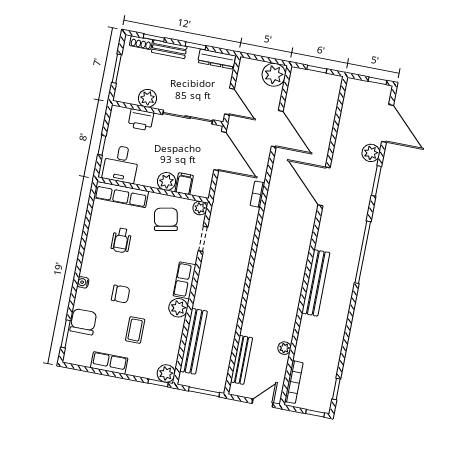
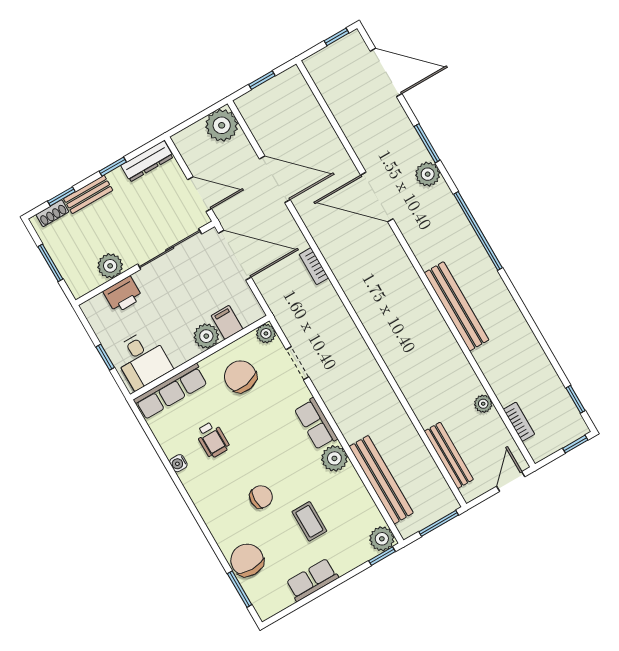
plant: (371, 153) -> (428, 174), moved
water cooler: (83, 282) -> (178, 463), moved
bookcase: (294, 382) -> (519, 422), width x0.64

